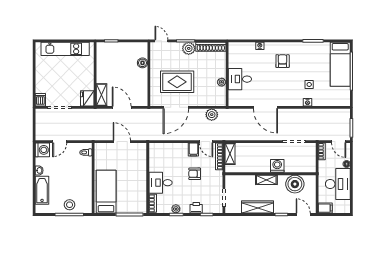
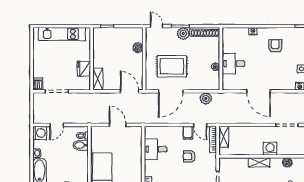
fridge: (87, 98) -> (84, 69), moved
door: (122, 107) -> (130, 91), moved
bidet: (84, 162) -> (81, 145), added
desk: (161, 183) -> (156, 149), moved
boiler: (295, 184) -> (287, 162), width x0.54, depth x0.54

